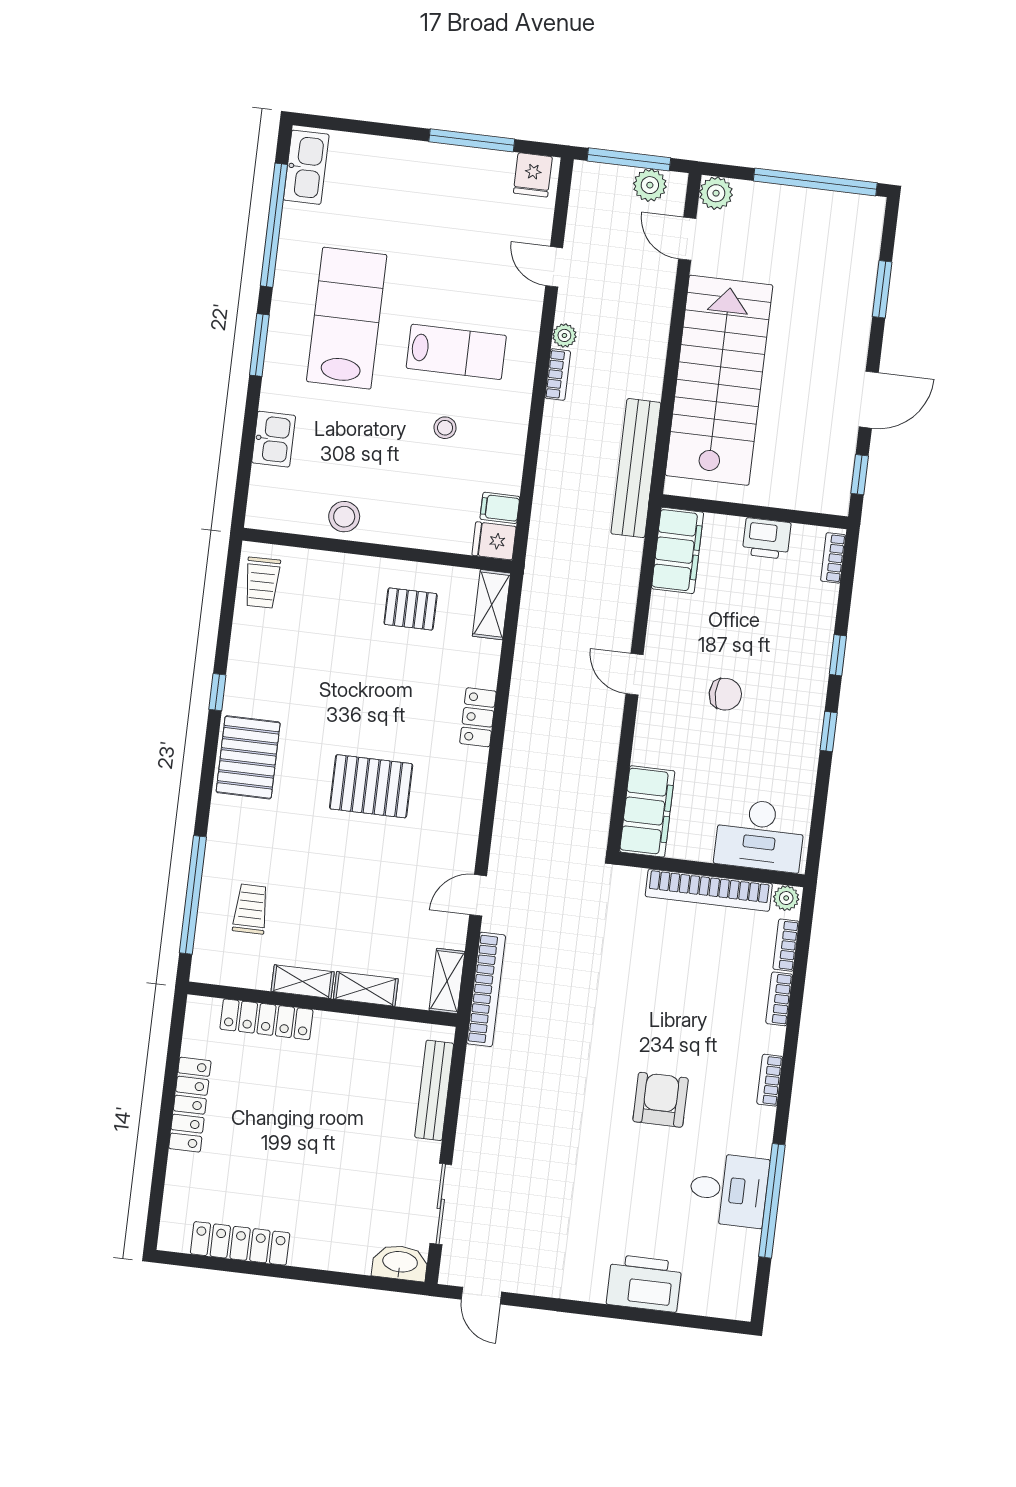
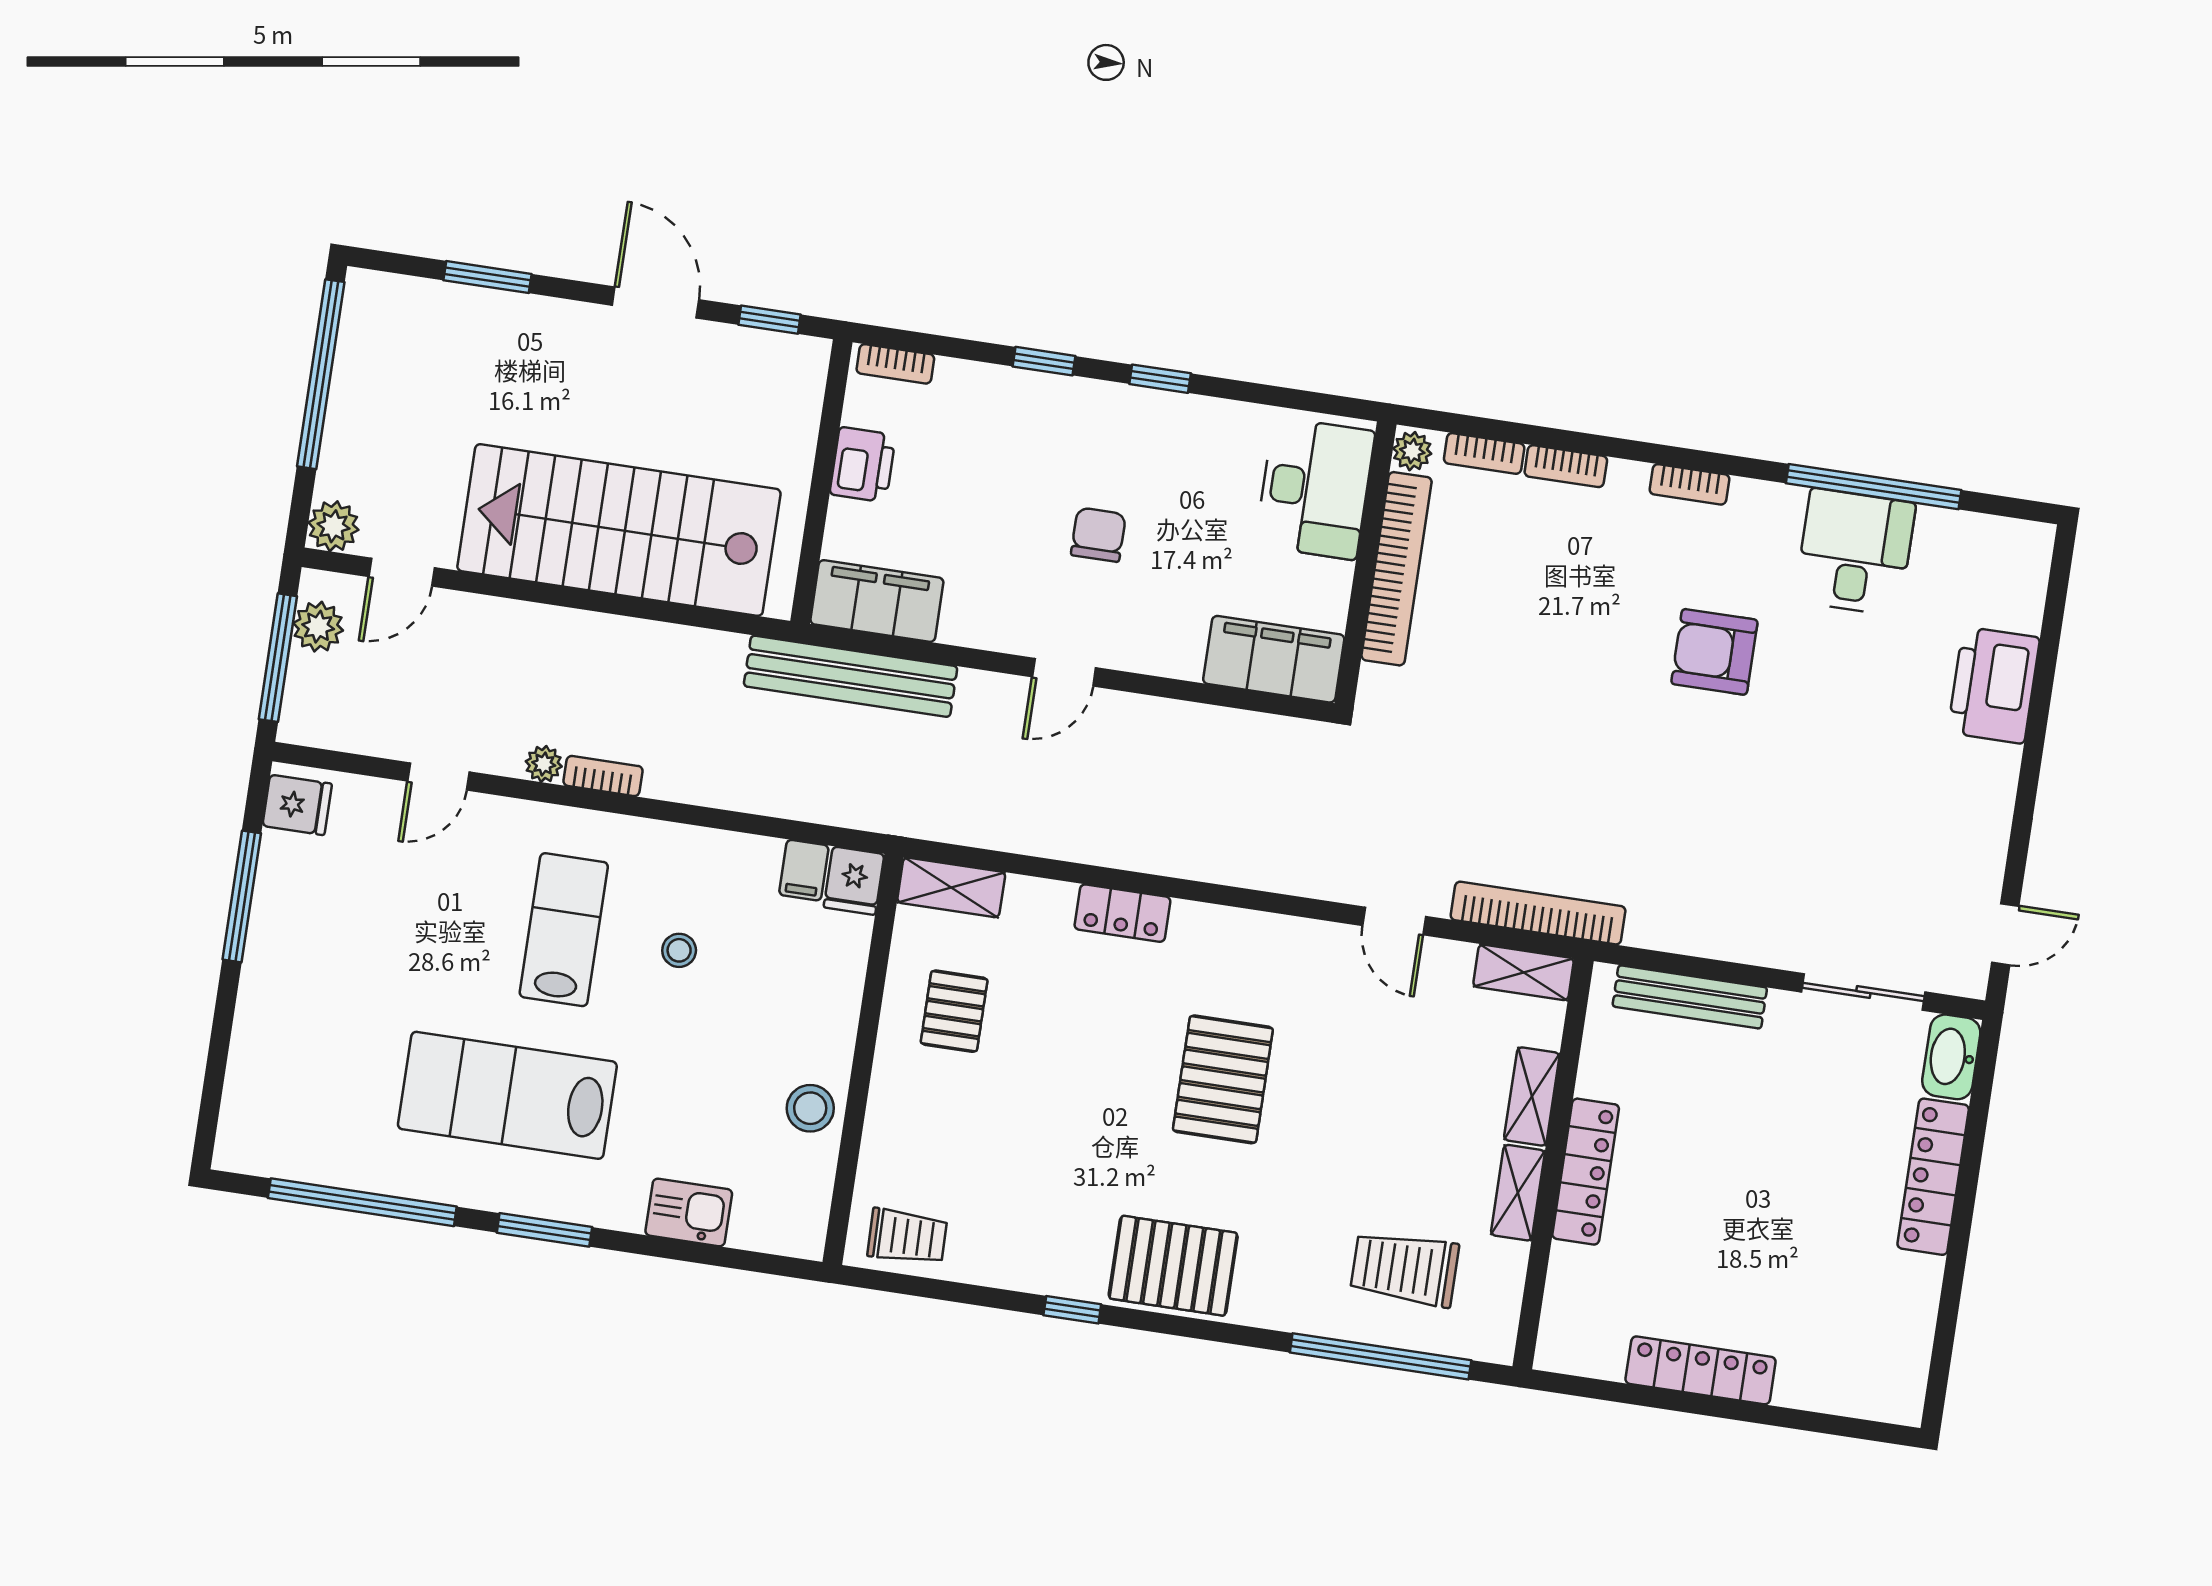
kitchen sink: (306, 167) -> (275, 1150), removed
bench: (636, 468) -> (851, 676), moved
trolley: (251, 909) -> (1405, 1269), width x1.36, depth x1.39
locker: (266, 1019) -> (1586, 1172), moved
locker: (240, 1243) -> (1933, 1177), moved

